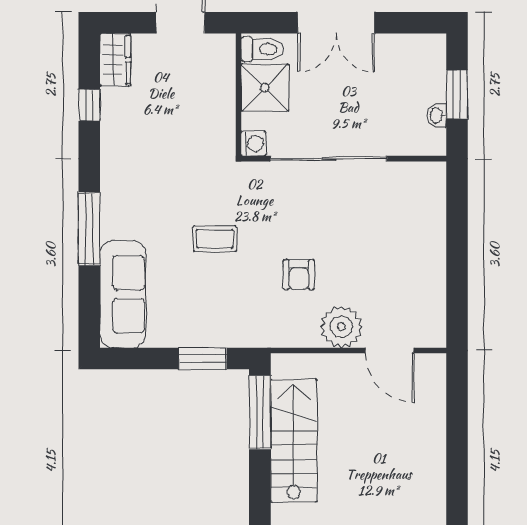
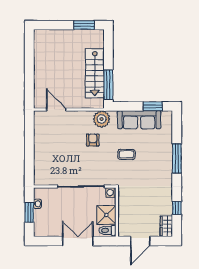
sofa: (123, 294) -> (139, 120), moved, turned -90
plant: (341, 327) -> (102, 119), moved
window: (203, 358) -> (153, 106), moved

